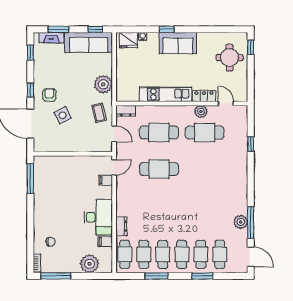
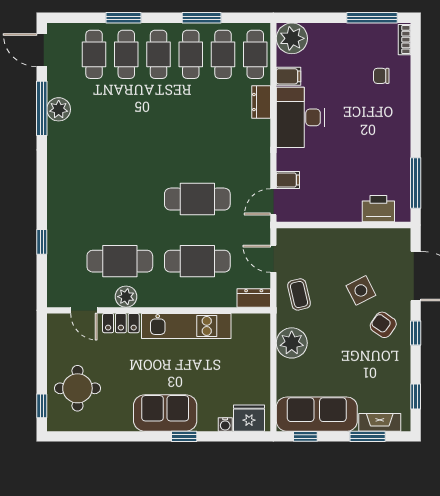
armchair: (49, 95) -> (383, 325), turned 125
printer: (52, 163) -> (378, 209), added
plant: (89, 264) -> (292, 38), moved

